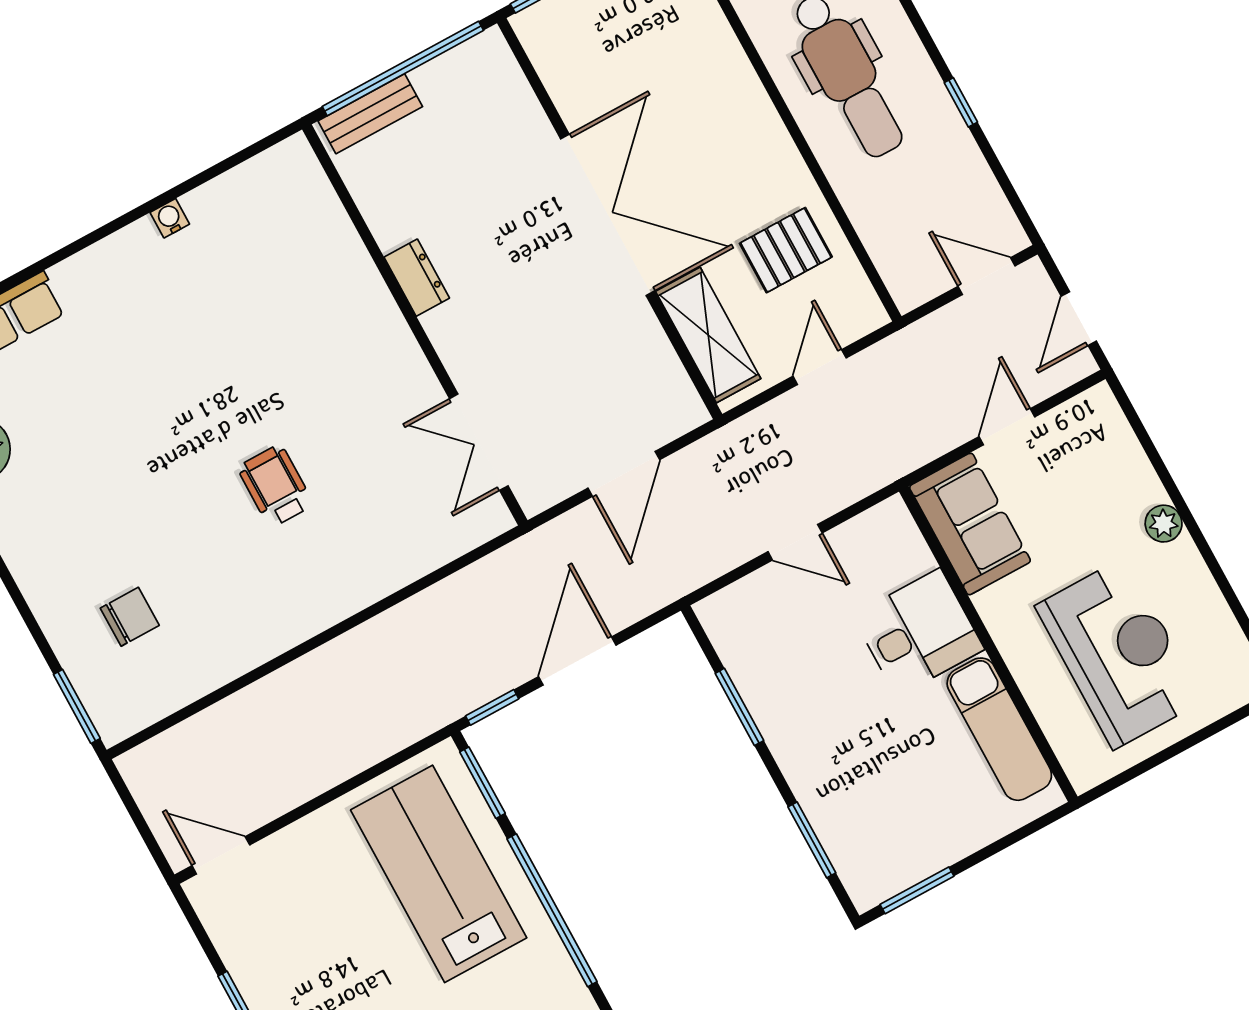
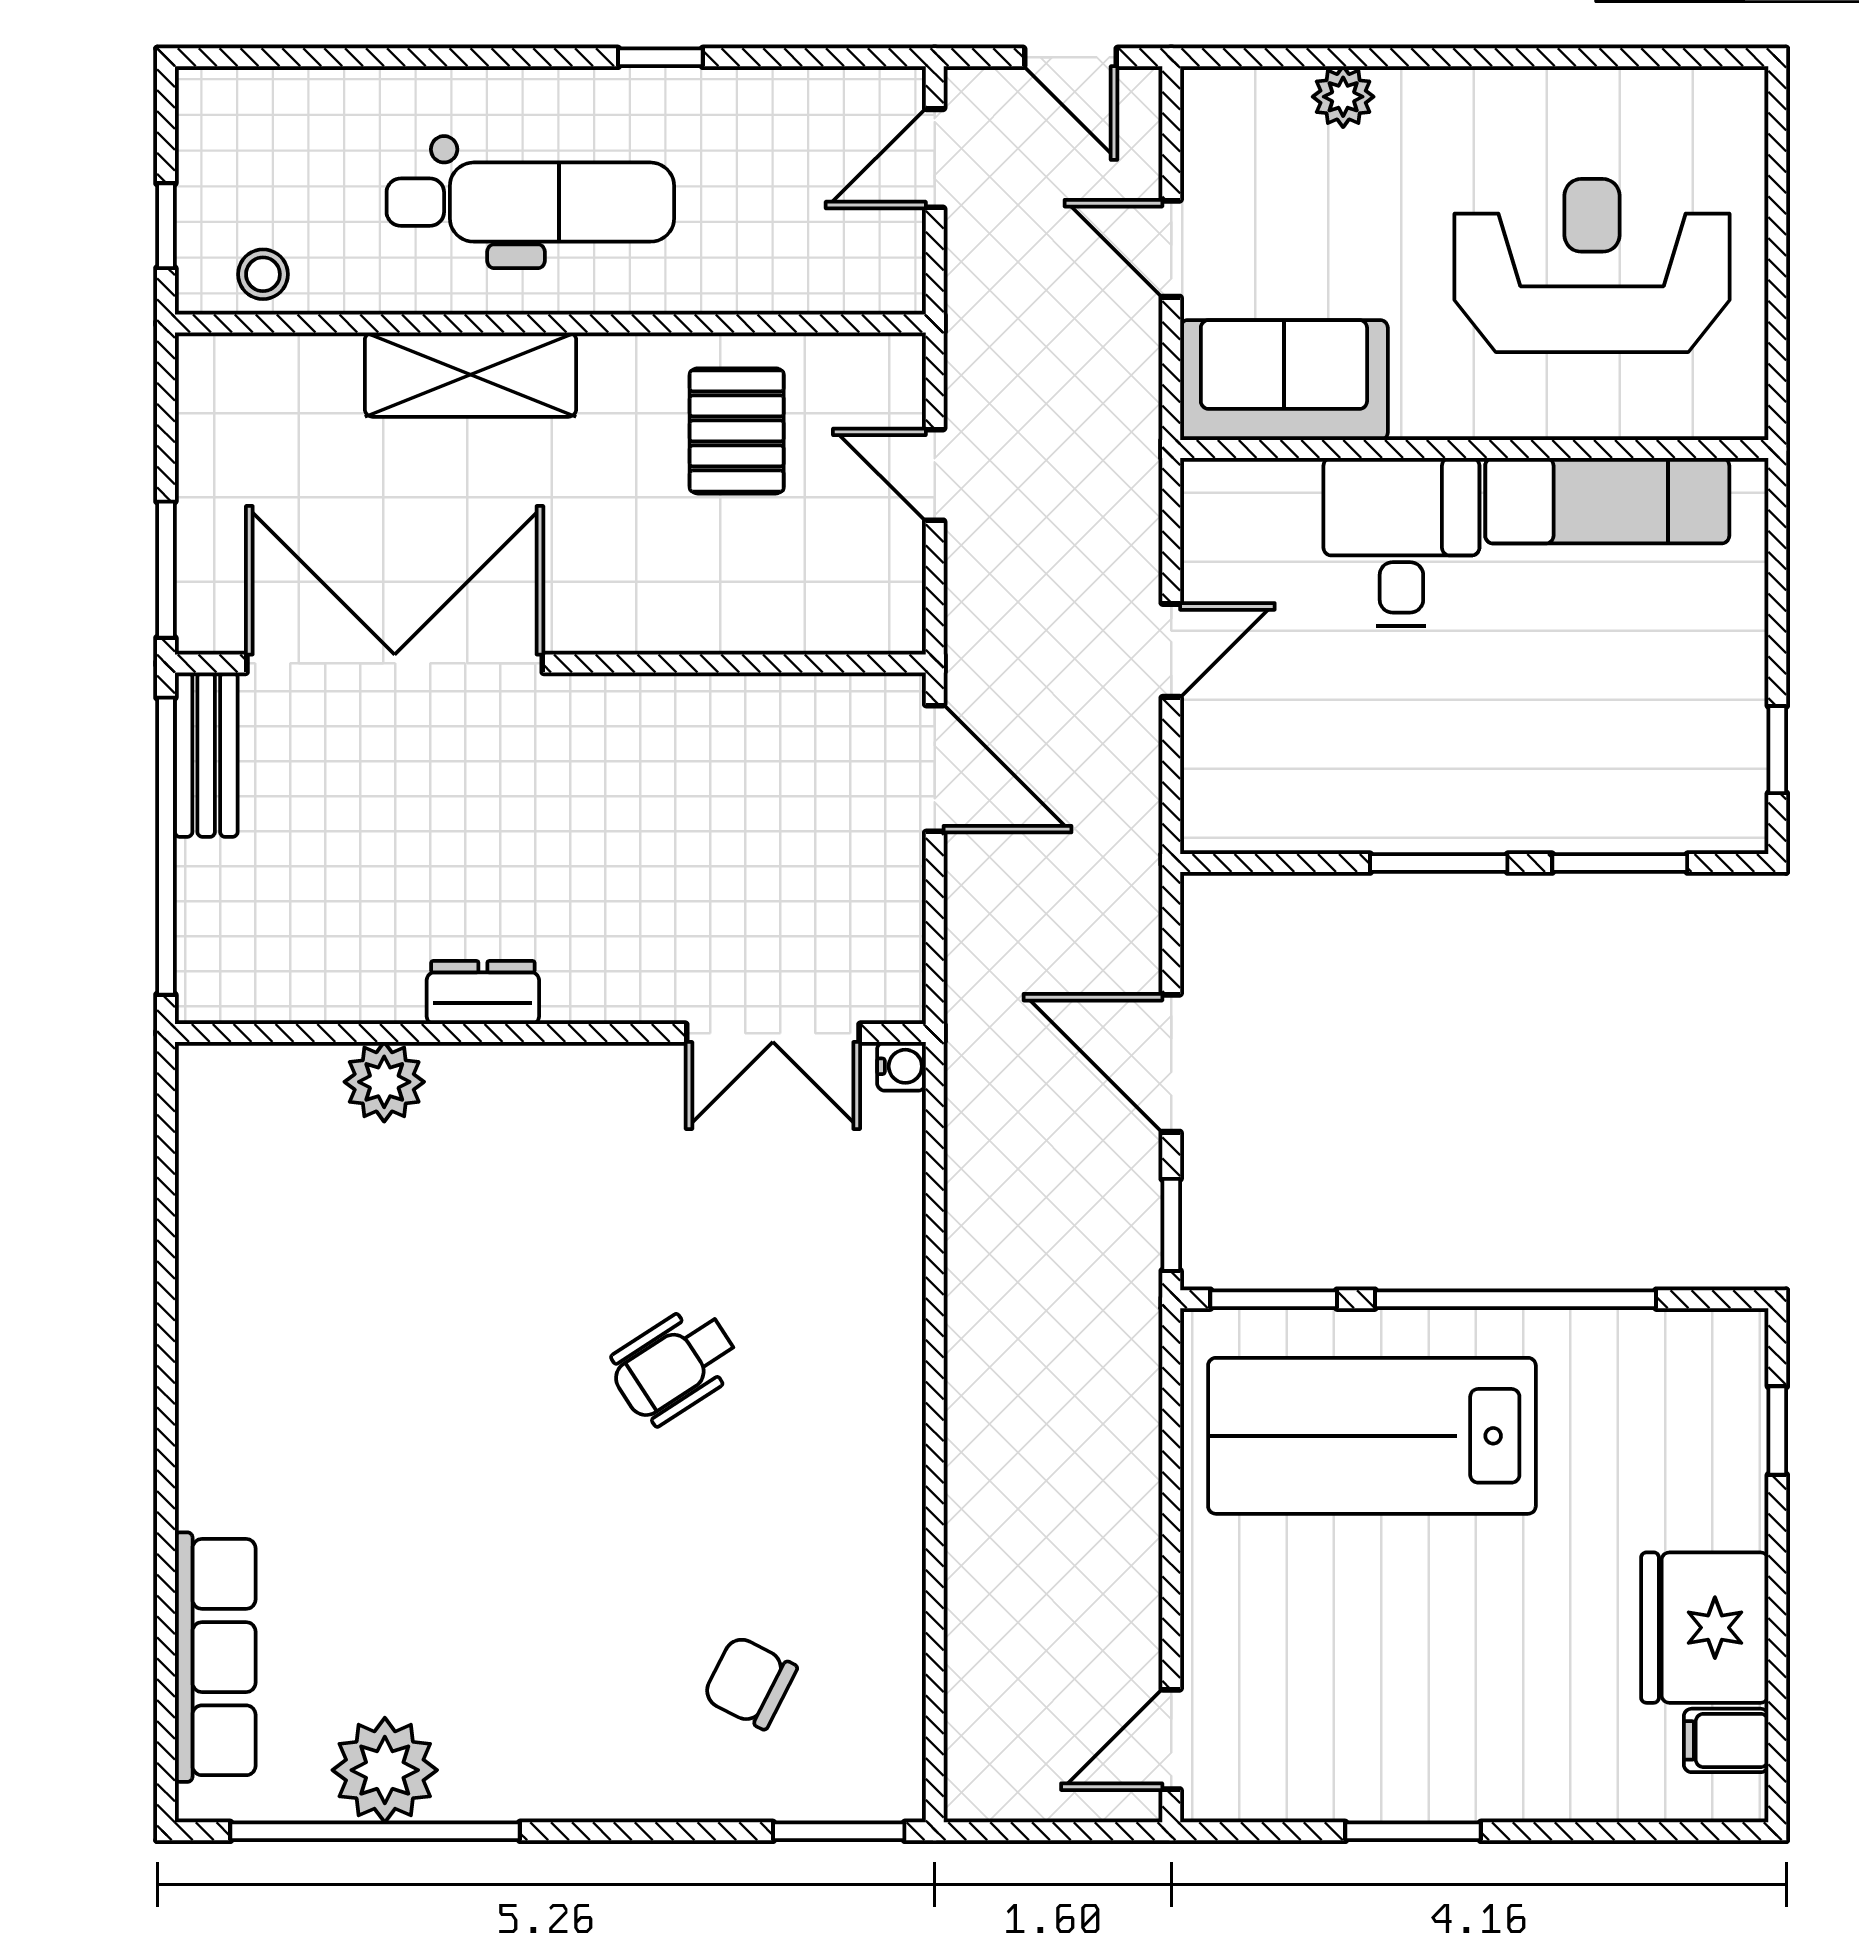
bench: (370, 114) -> (206, 755), moved
double door: (608, 215) -> (395, 663), moved
water cooler: (170, 218) -> (901, 1066), moved, turned 180
plant: (341, 251) -> (384, 1082), added
shelving: (708, 335) -> (470, 375), moved
door: (624, 474) -> (935, 769), moved
wheelchair: (275, 486) -> (675, 1365), turned -33
plant: (1164, 524) -> (1343, 97), moved
chair: (130, 617) -> (750, 1682), turned -63
window: (739, 707) -> (1439, 863), moved
window: (917, 890) -> (1777, 750), width x0.67

